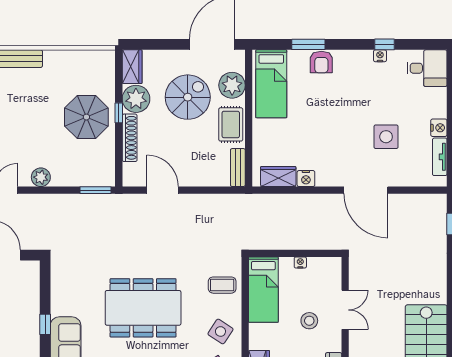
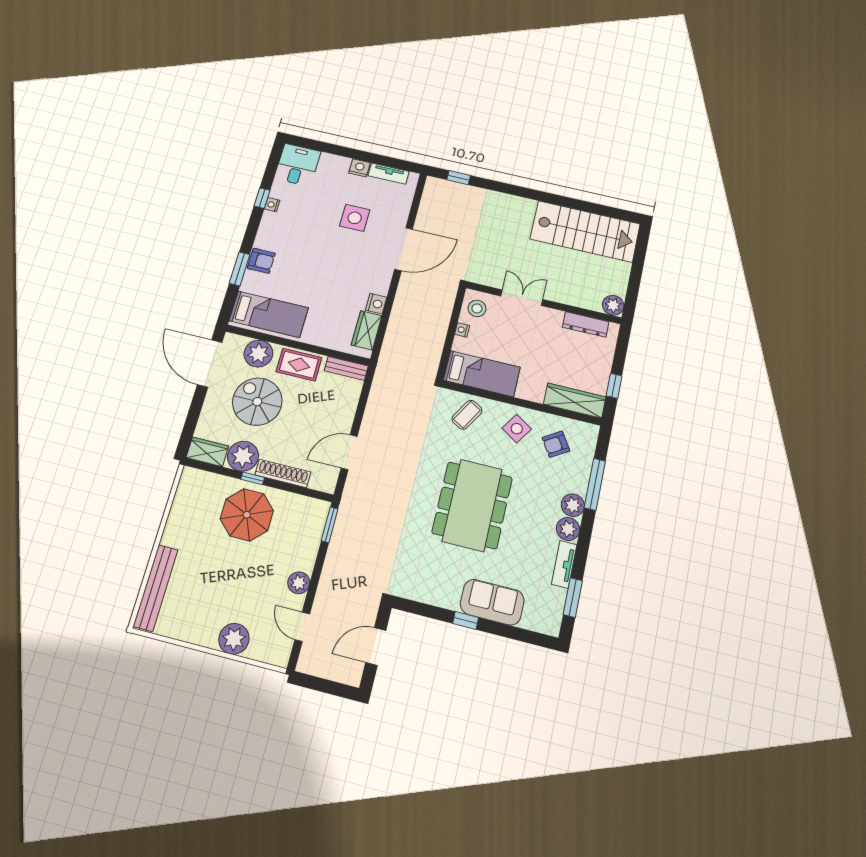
coffee table: (222, 285) -> (467, 415), turned 30
stool: (309, 321) -> (477, 308), moved

